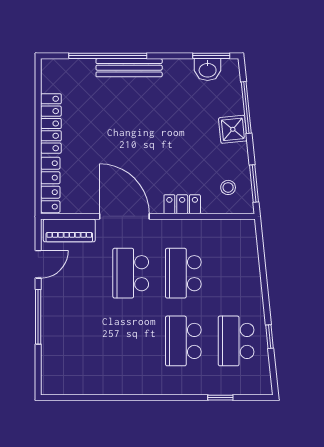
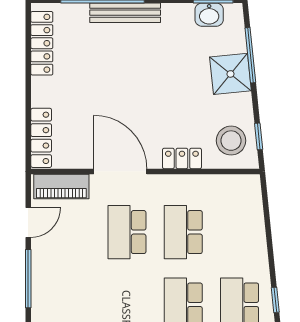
locker: (51, 123) -> (42, 43), moved
shower: (233, 129) -> (230, 74), width x1.36, depth x1.36
window: (254, 183) -> (259, 136), width x0.67
stool: (228, 187) -> (231, 141), width x1.89, depth x1.89

